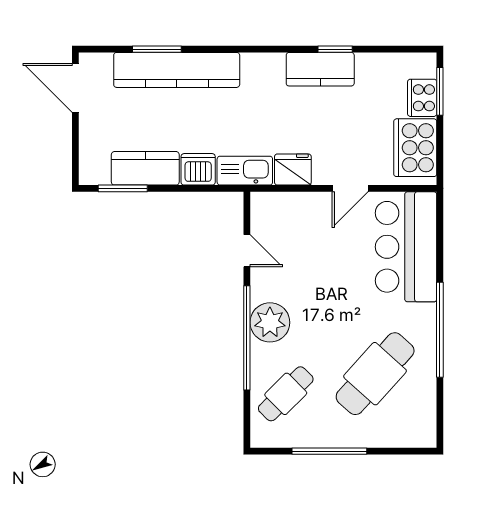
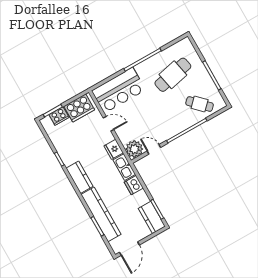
kitchen counter: (320, 69) -> (80, 177), moved
kitchen counter: (145, 168) -> (152, 218), moved
door: (247, 251) -> (154, 149), hinge flipped
plant: (270, 322) -> (134, 149), moved
cafe table: (375, 374) -> (173, 75), turned -54

